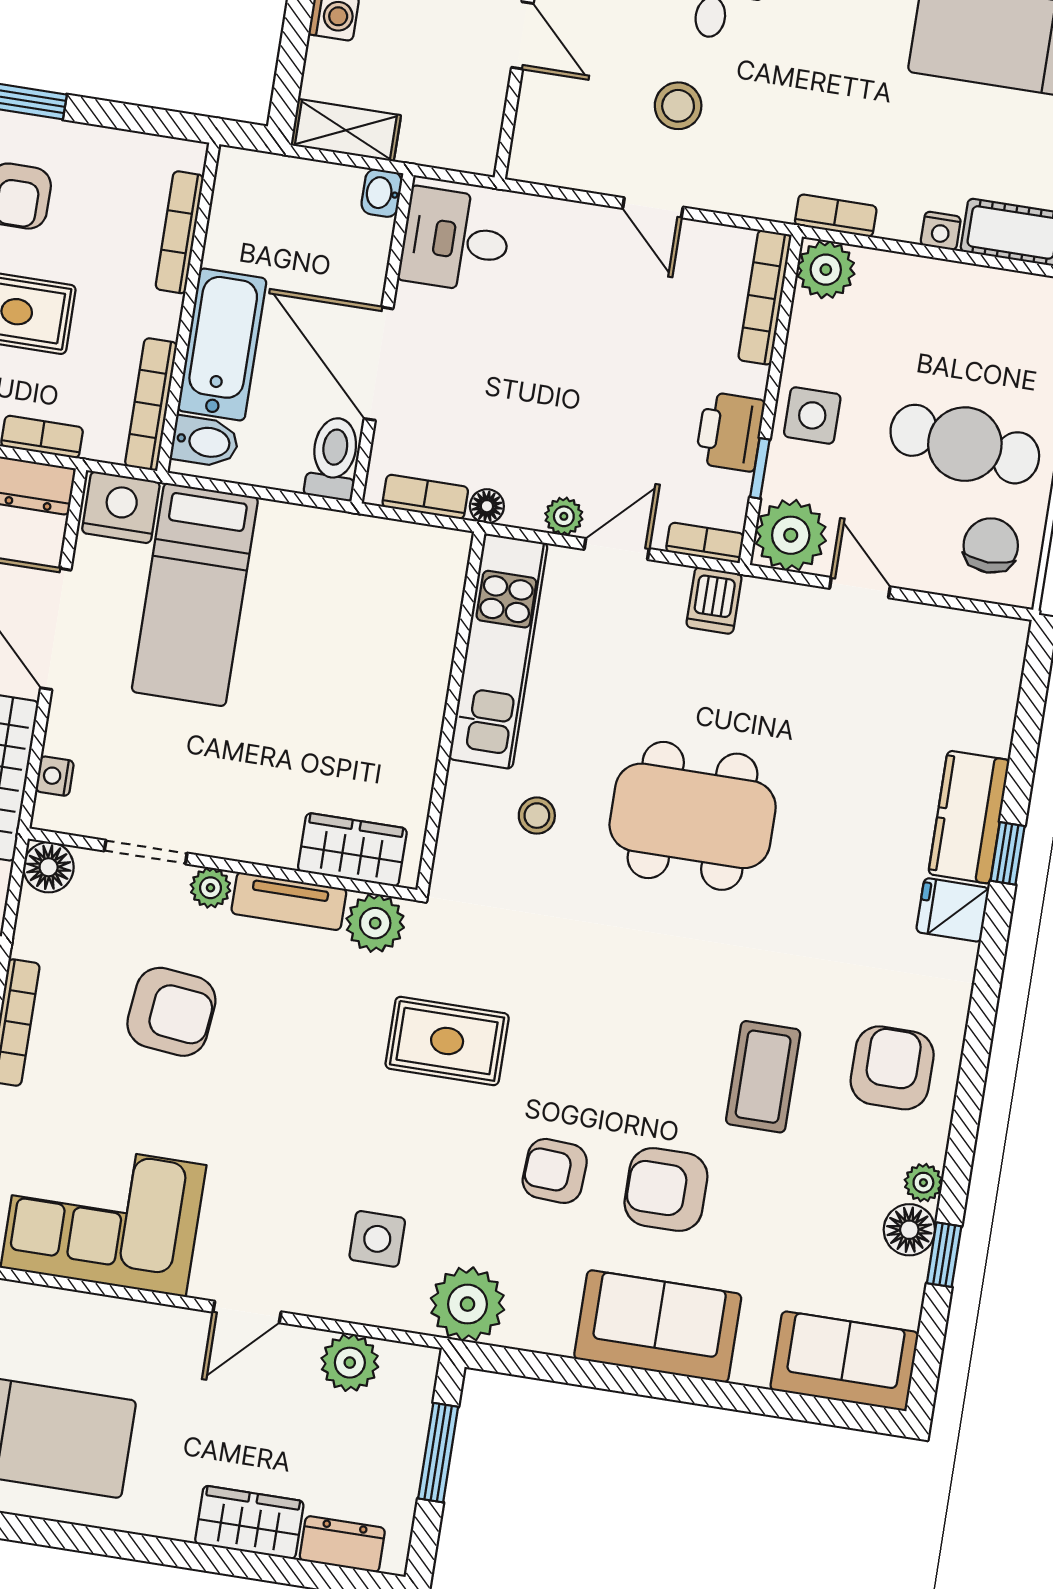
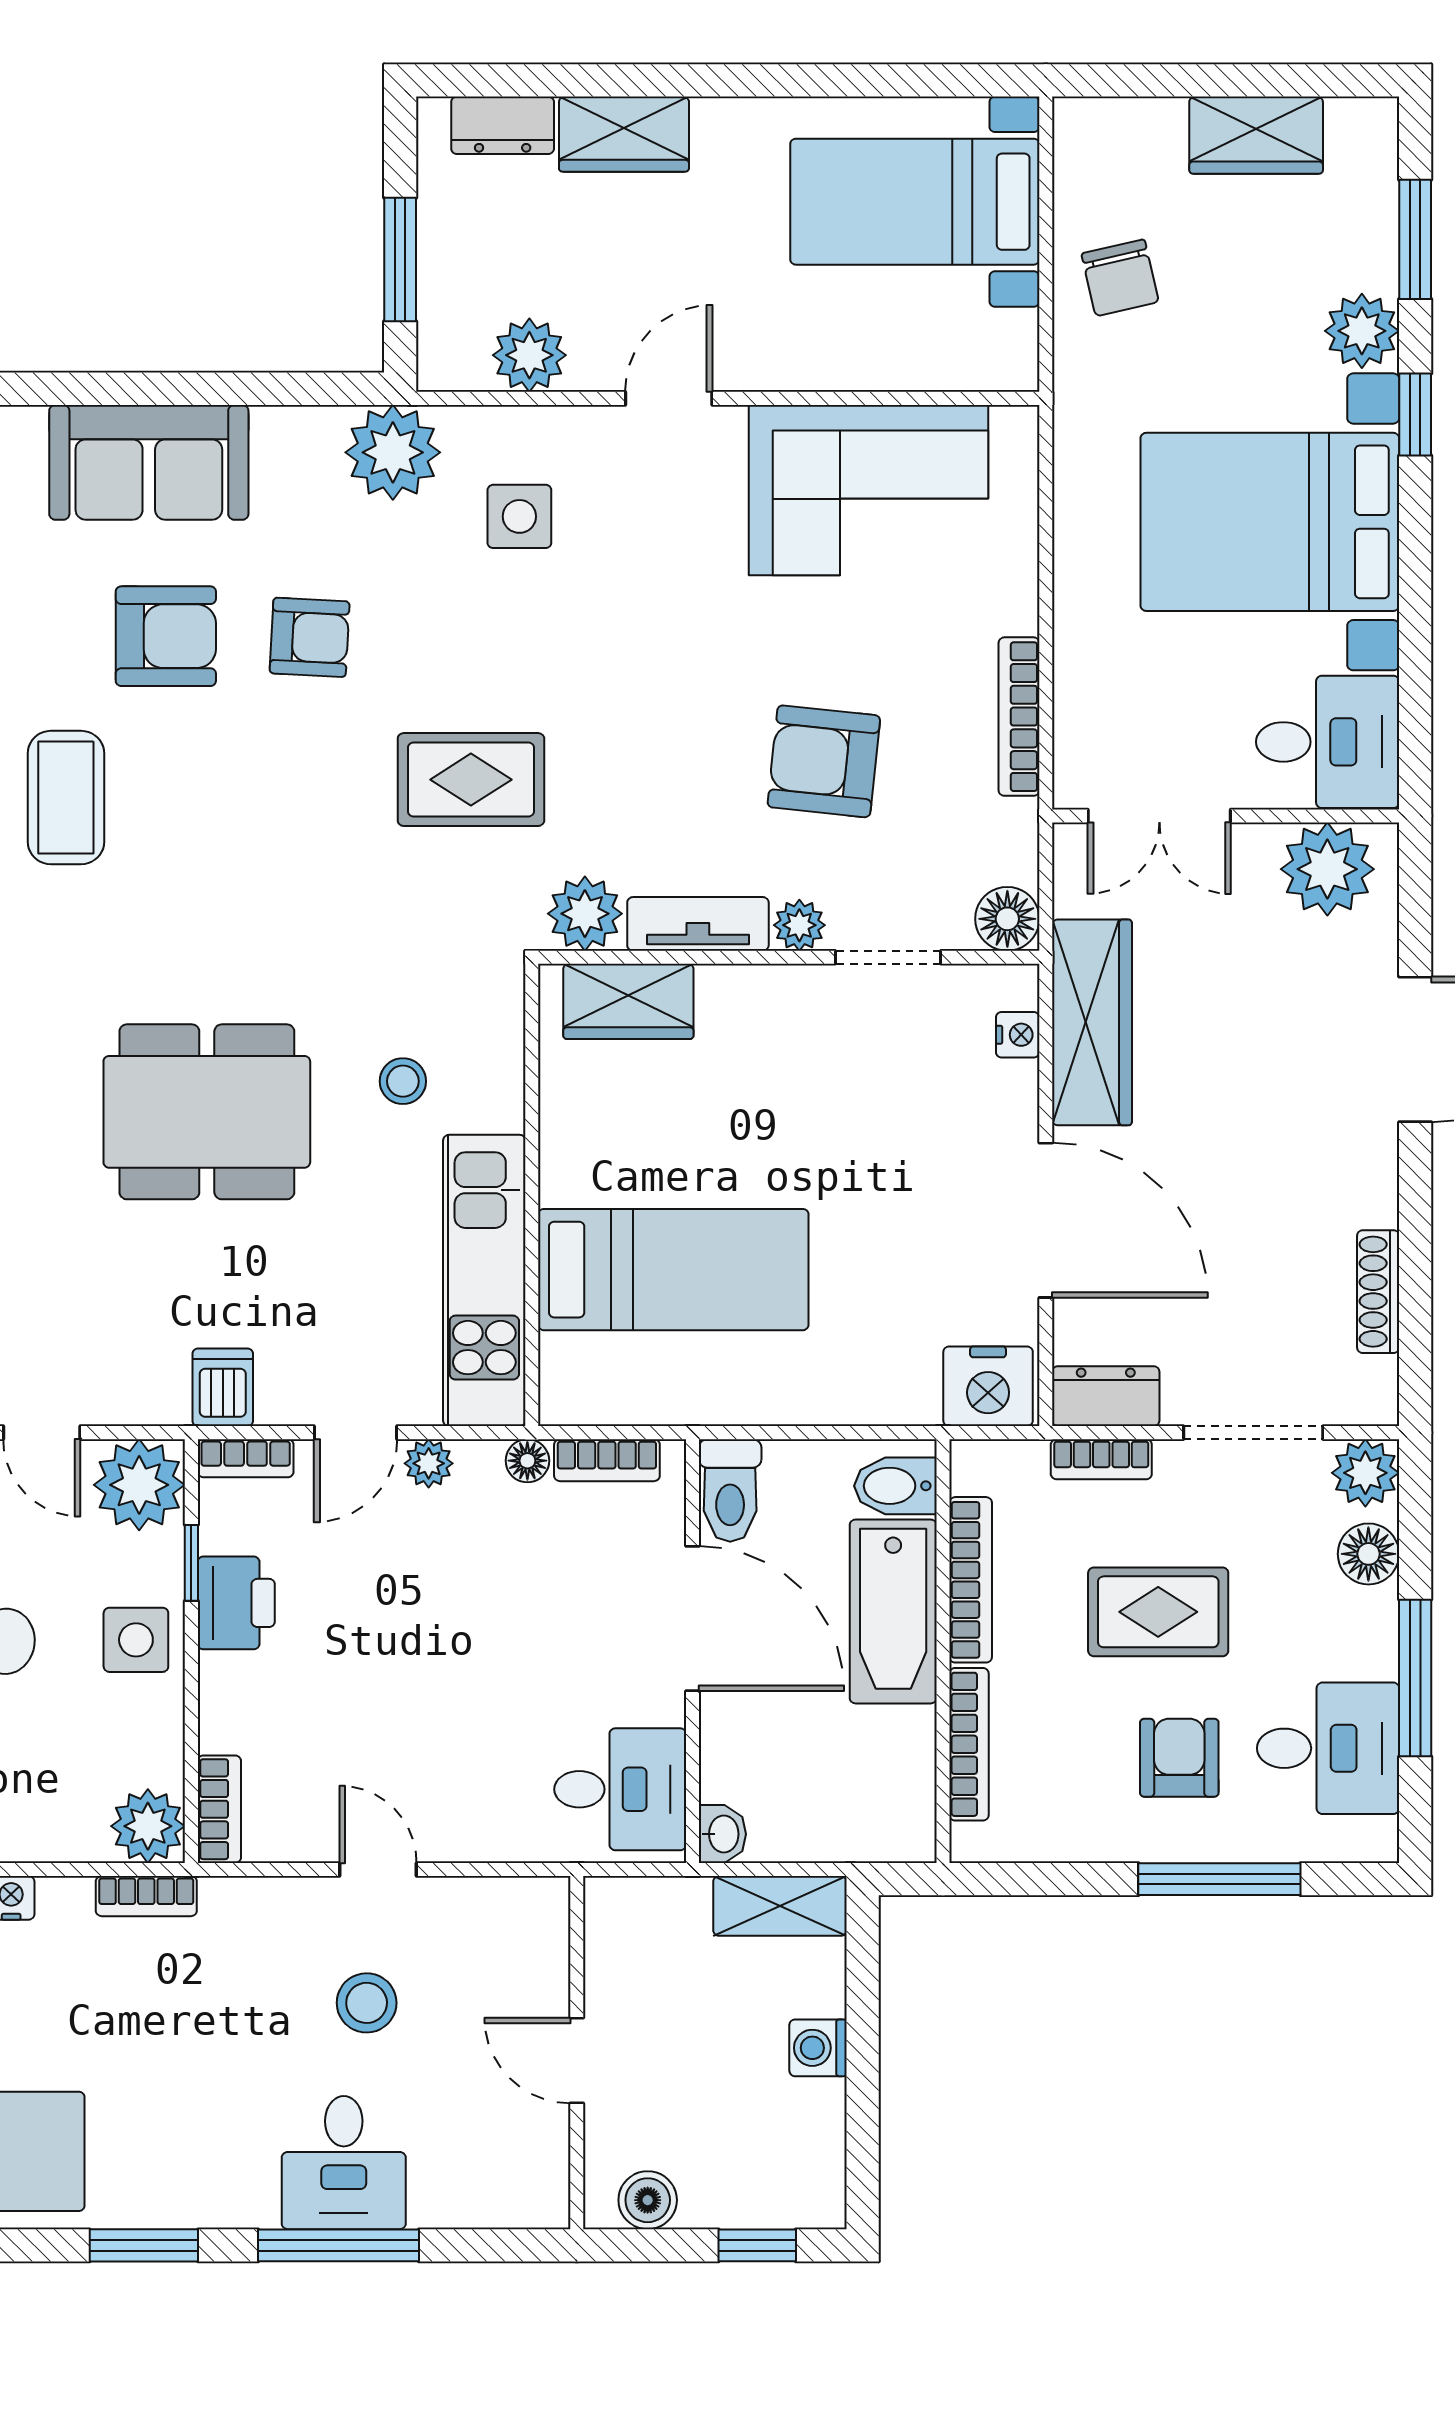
bookcase: (765, 297) -> (219, 1809), width x0.64
bookcase: (151, 404) -> (971, 1580), moved
bed: (195, 595) -> (673, 1270), moved, turned 90

